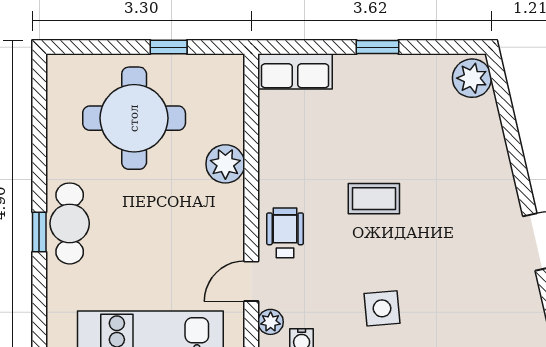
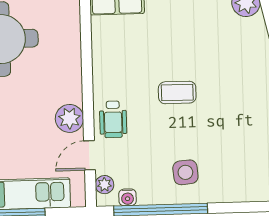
plant: (225, 164) -> (69, 118), moved
wheelchair: (285, 233) -> (113, 119), turned 180

